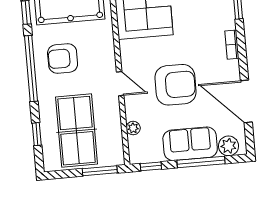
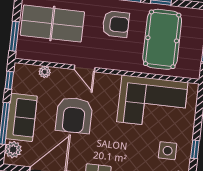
armchair: (63, 58) -> (116, 24), turned 90
door: (120, 84) -> (85, 69), hinge flipped

